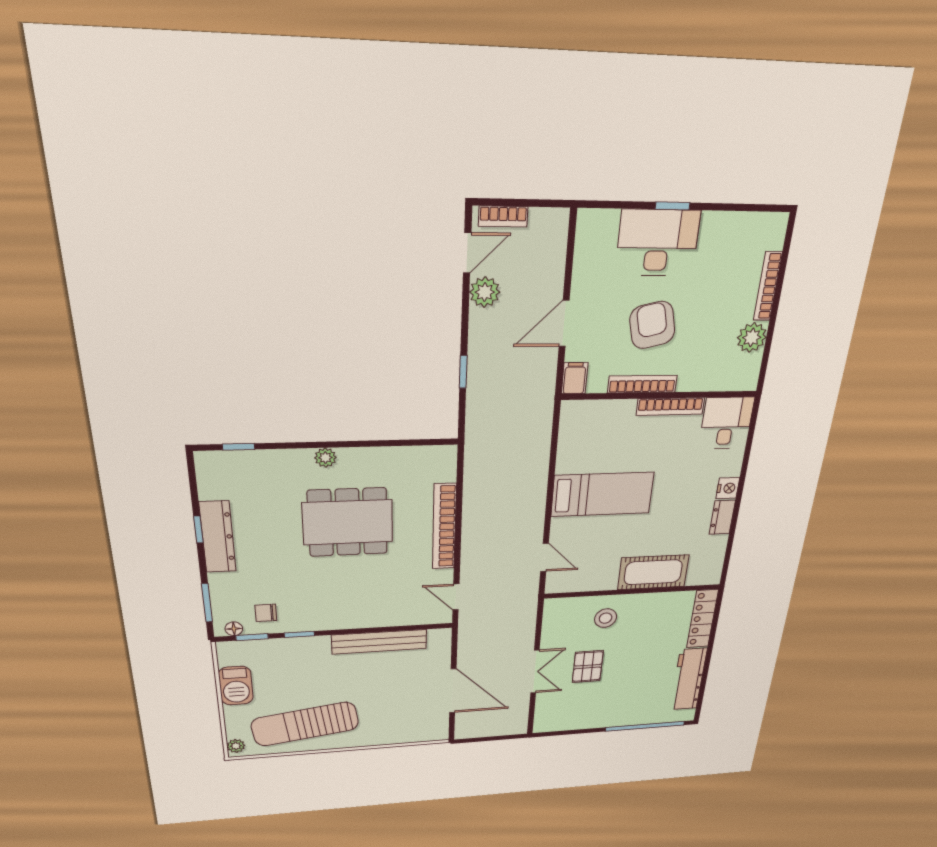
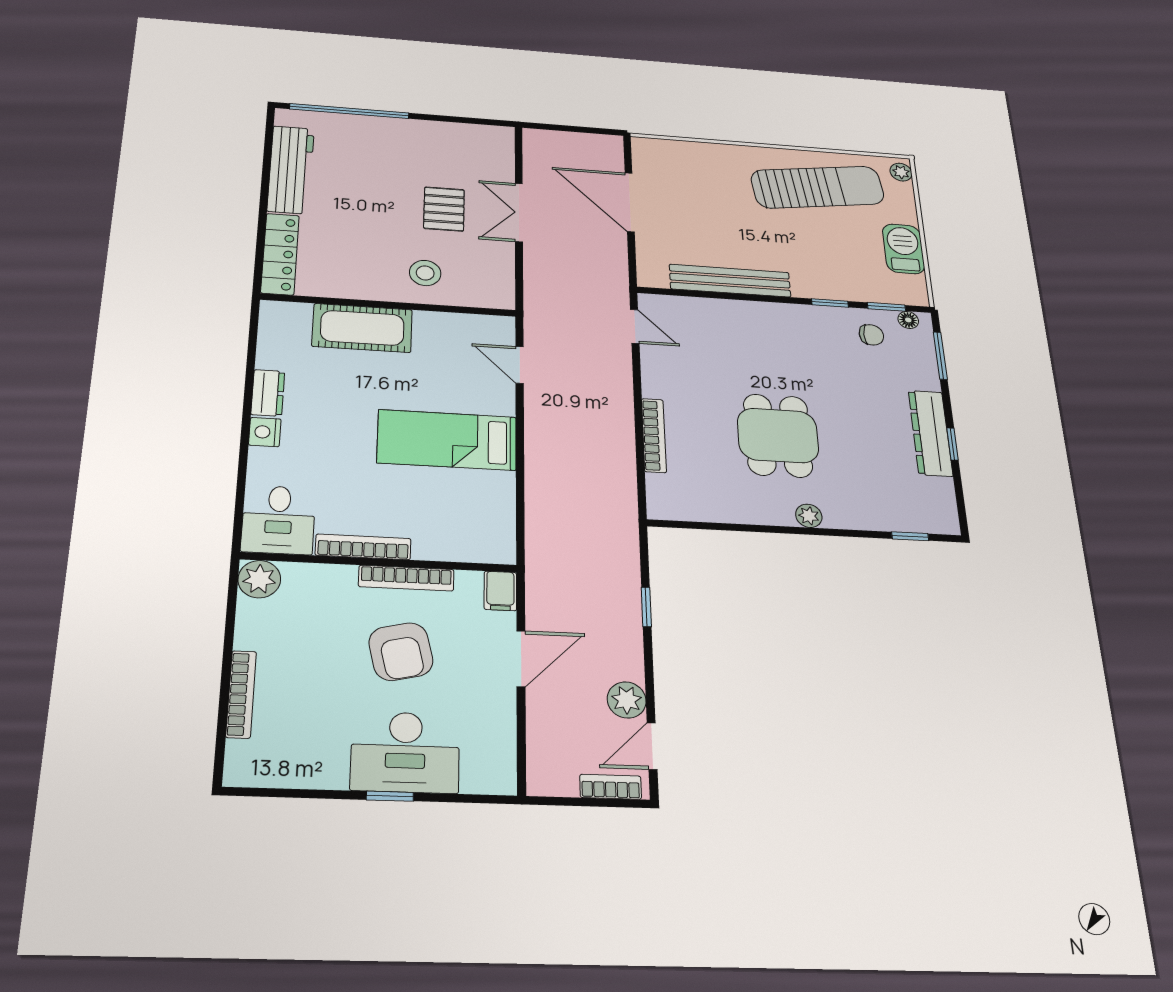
plant: (752, 337) -> (259, 579), moved
dining table: (348, 522) -> (778, 435), width x0.73
bookcase: (444, 527) -> (654, 435), width x0.68, depth x0.76

